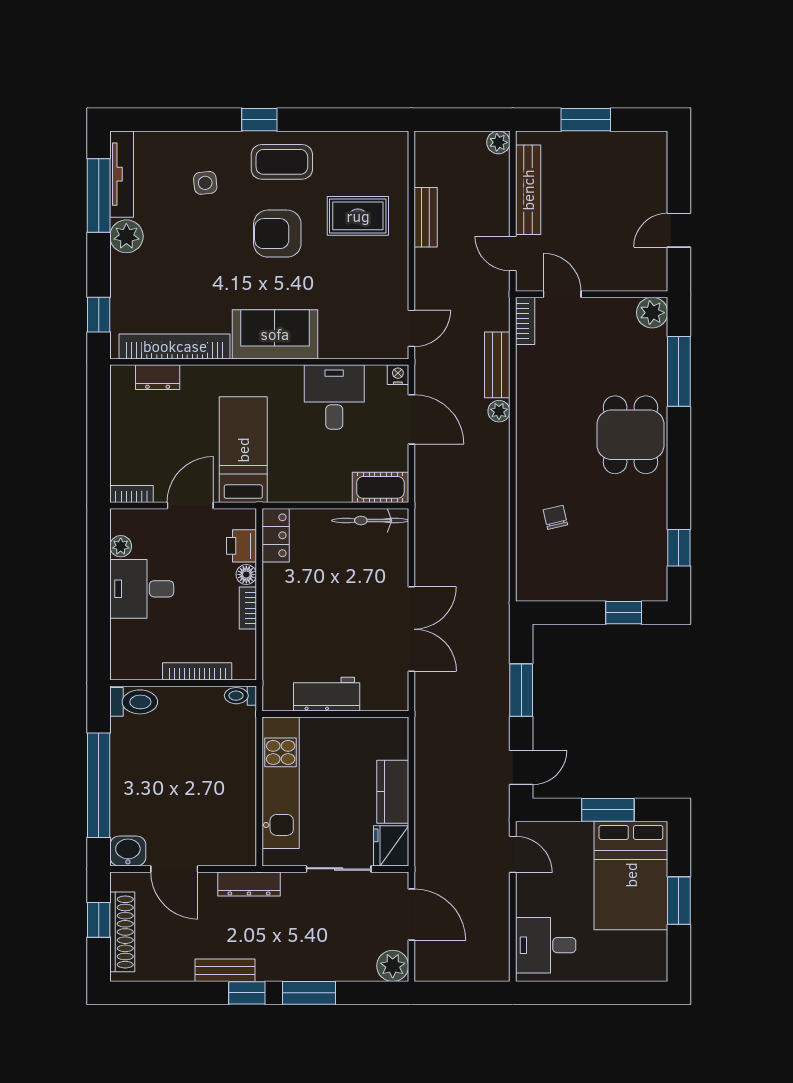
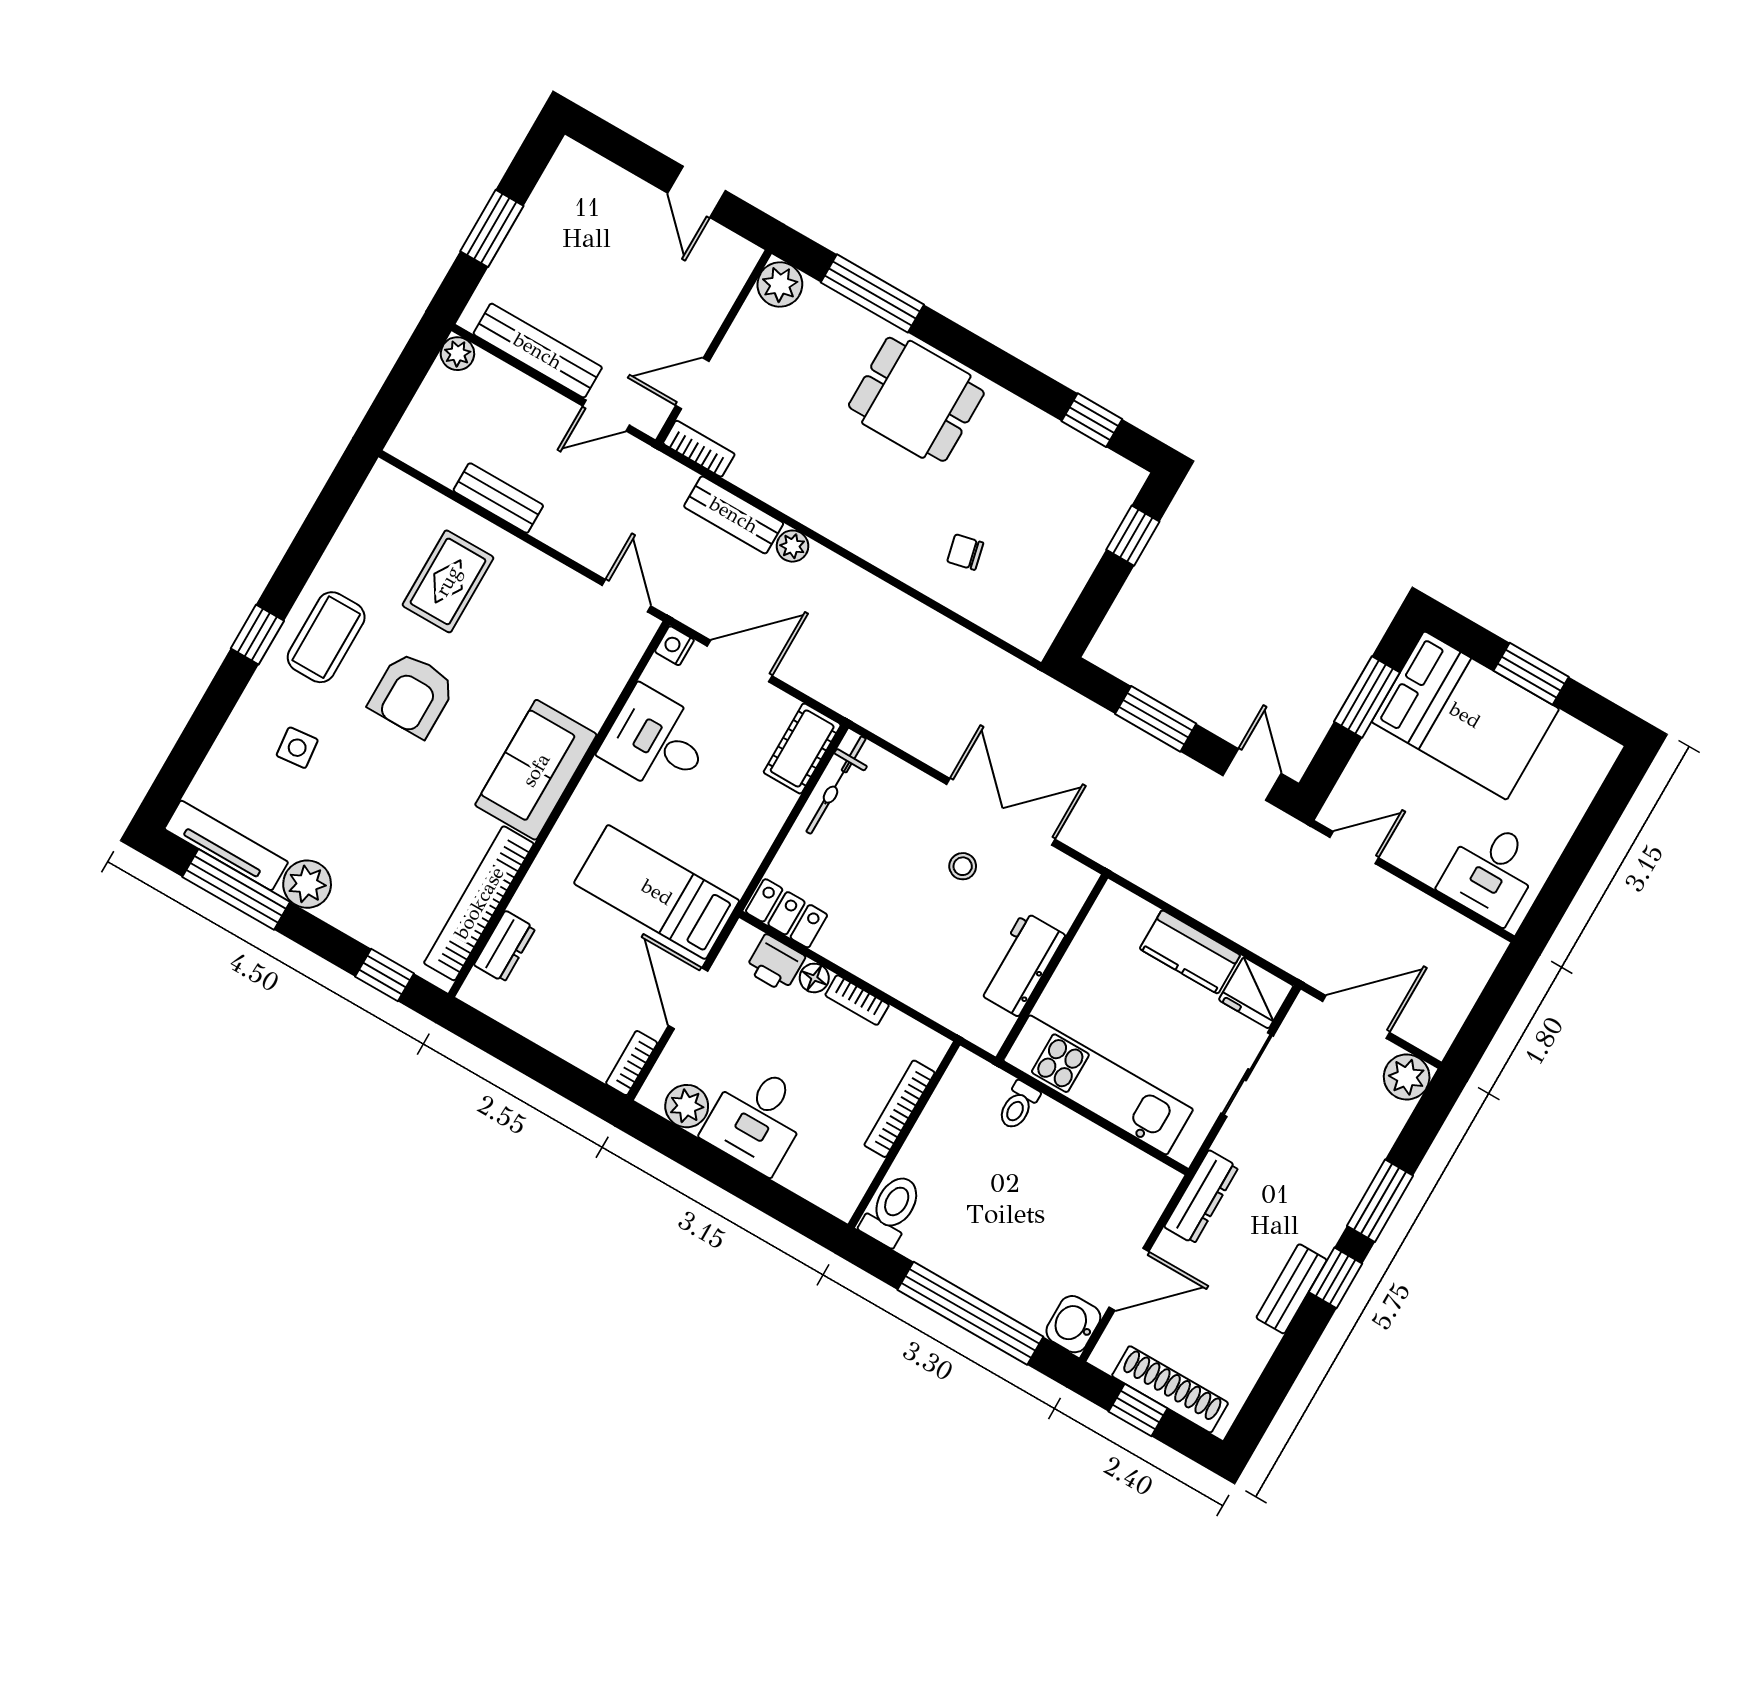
plant: (121, 546) -> (687, 1106), width x1.38, depth x1.38
stool: (365, 625) -> (963, 866), added
toilet: (240, 696) -> (1018, 1106), moved

